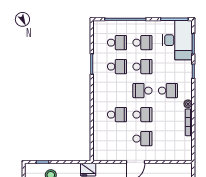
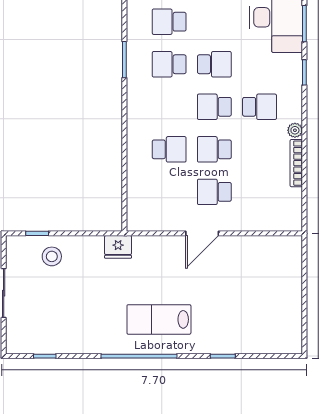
school desk: (117, 43) -> (169, 22), turned 180
school desk: (142, 43) -> (214, 22), removed
school desk: (117, 67) -> (169, 64), turned 180
school desk: (142, 115) -> (214, 149), turned 180
school desk: (142, 139) -> (214, 192), turned 180

